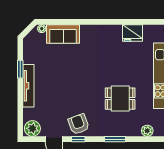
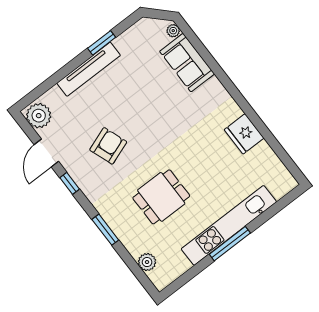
fridge: (133, 33) -> (244, 134), moved
dining table: (120, 99) -> (161, 197), turned 90
armchair: (79, 124) -> (108, 146), moved

